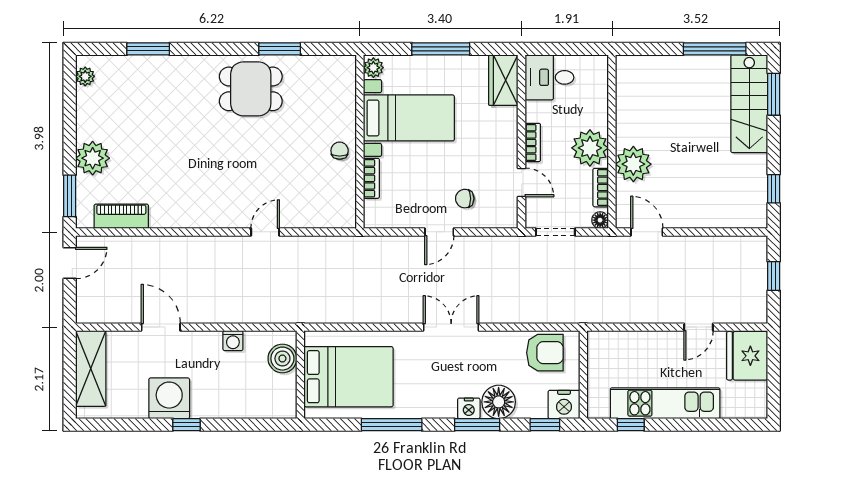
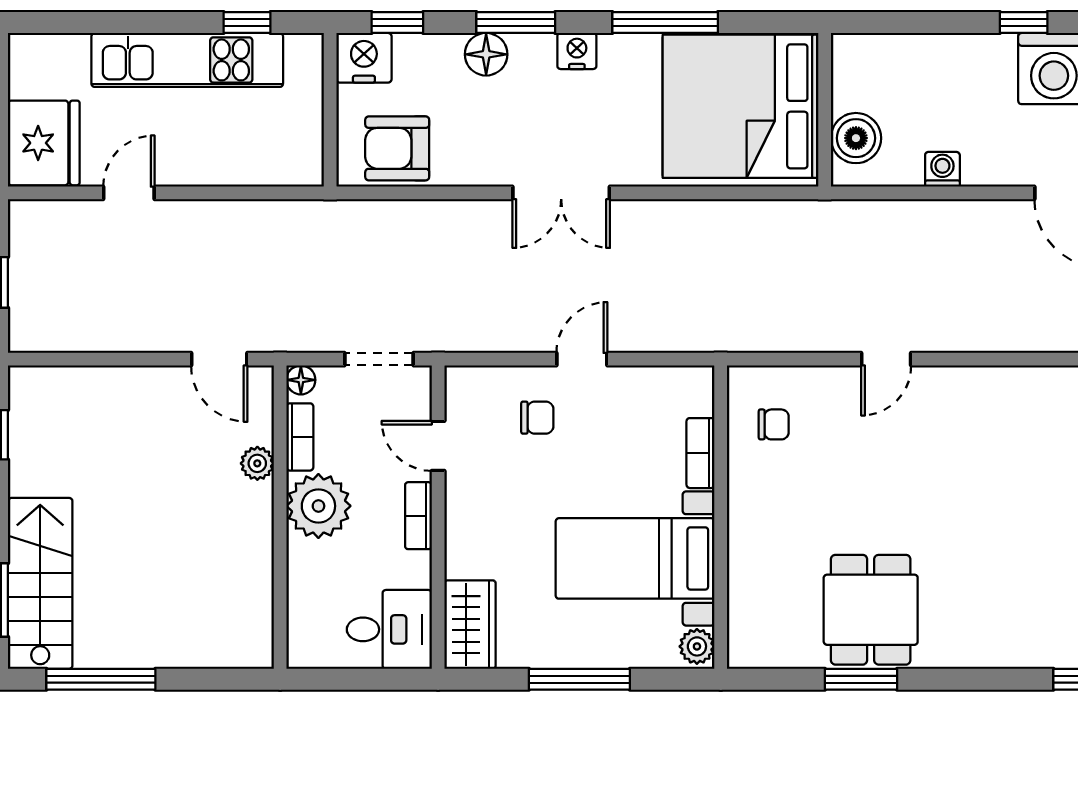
dining table: (251, 89) -> (871, 610), moved, turned 90
chair: (340, 151) -> (774, 424), moved, turned -90
plant: (633, 164) -> (257, 463), width x0.53, depth x0.53
bed: (348, 377) -> (741, 106), width x1.36
floor lamp: (499, 402) -> (486, 54), width x0.73, depth x0.73
nightstand: (469, 408) -> (577, 51), moved

